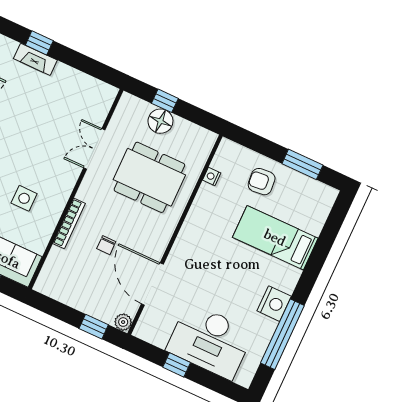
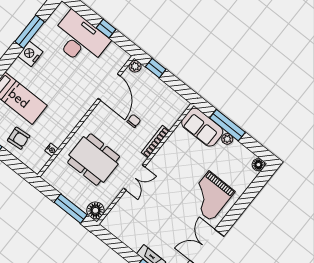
window: (165, 101) -> (71, 209), width x2.17
floor lamp: (160, 121) -> (95, 210), moved
double door: (94, 149) -> (134, 178), moved
side table: (24, 198) -> (182, 166), removed
window: (282, 334) -> (30, 32), width x0.68

